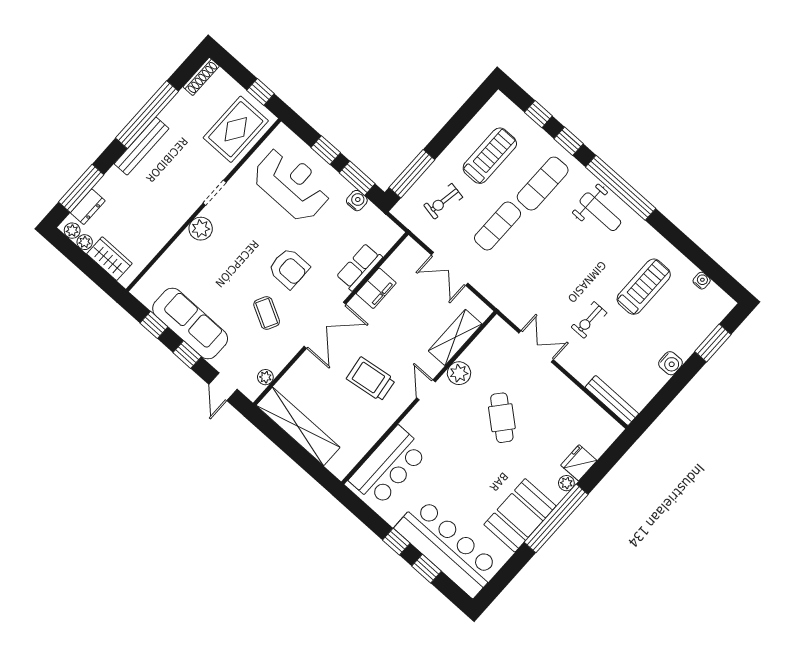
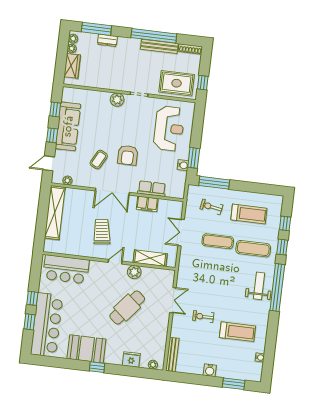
bench: (142, 146) -> (159, 46), moved
window: (326, 150) -> (197, 133), removed
dresser: (88, 207) -> (107, 40), moved
weight bench: (600, 212) -> (259, 286), turned 180
cafe table: (502, 418) -> (127, 308), width x1.37, depth x1.35
plant: (566, 483) -> (153, 365), moved
window: (556, 518) -> (97, 367), width x0.32

